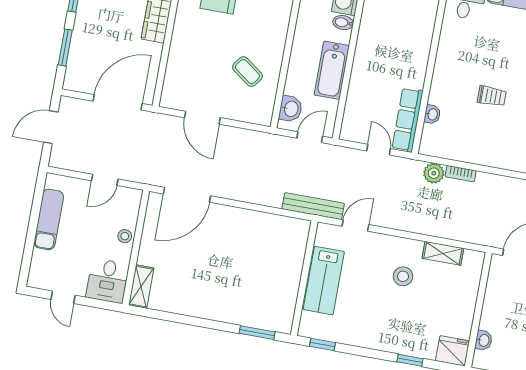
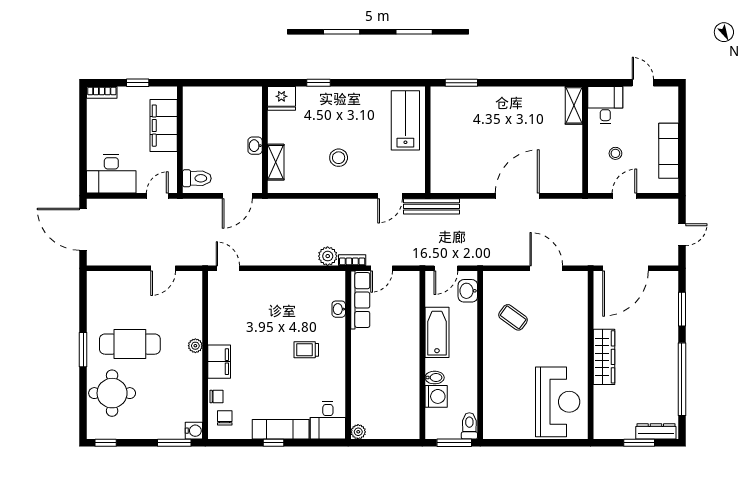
trolley: (492, 96) -> (306, 350), moved
door: (51, 127) -> (682, 235), width x0.73
door: (379, 150) -> (382, 268), hinge flipped
bookcase: (461, 174) -> (352, 260), moved
door: (187, 195) -> (517, 196), moved
stool: (125, 236) -> (615, 153), moved
shelving: (443, 253) -> (276, 162), moved, turned 90
lab bench: (324, 281) -> (405, 120), moved
washbasin: (484, 340) -> (255, 146), moved
window: (322, 344) -> (400, 83), removed

